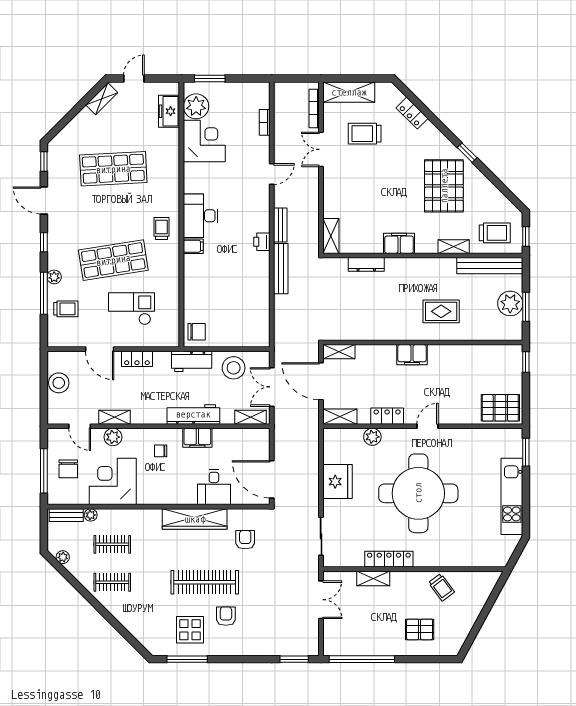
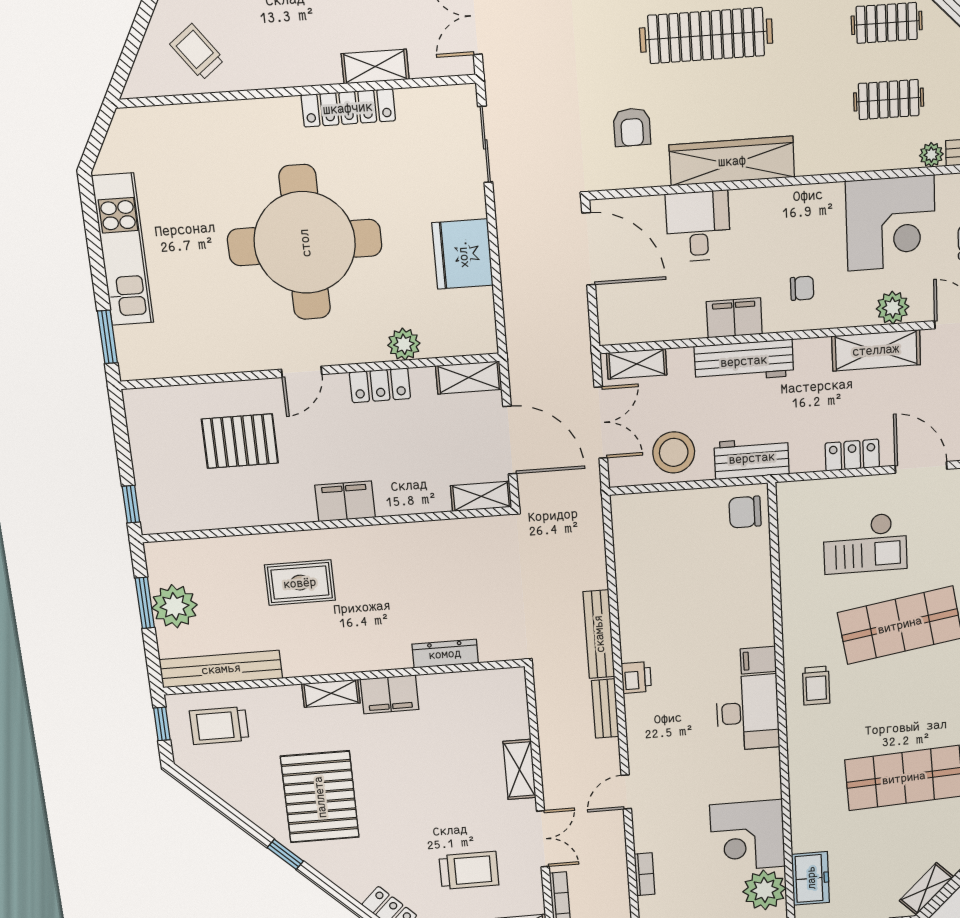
shelving: (331, 236) -> (520, 769), moved
shelving: (454, 247) -> (331, 693), moved
pallet: (500, 408) -> (240, 441), moved
shelving: (114, 417) -> (876, 350), width x1.50, depth x1.33
trolley: (441, 587) -> (197, 52), moved

